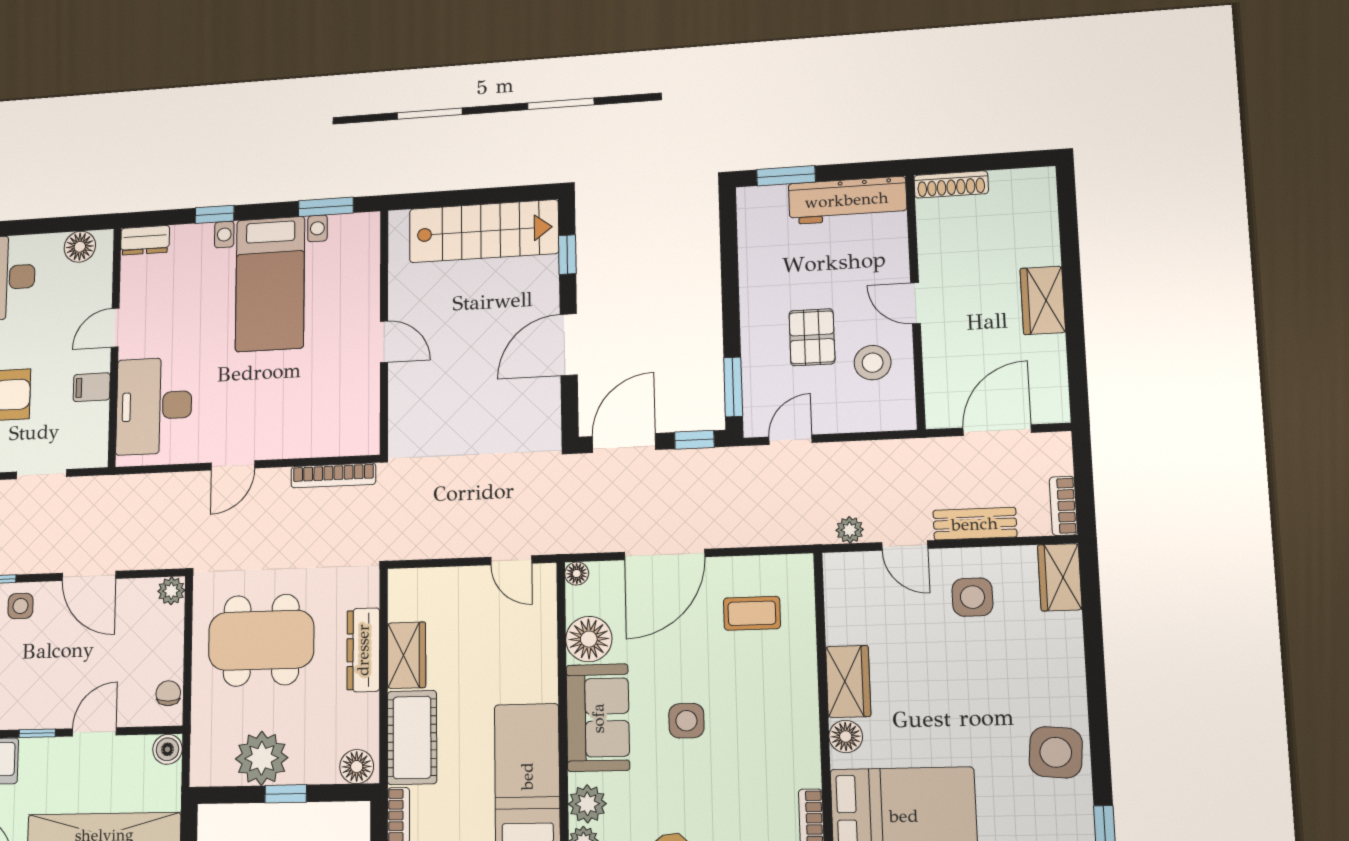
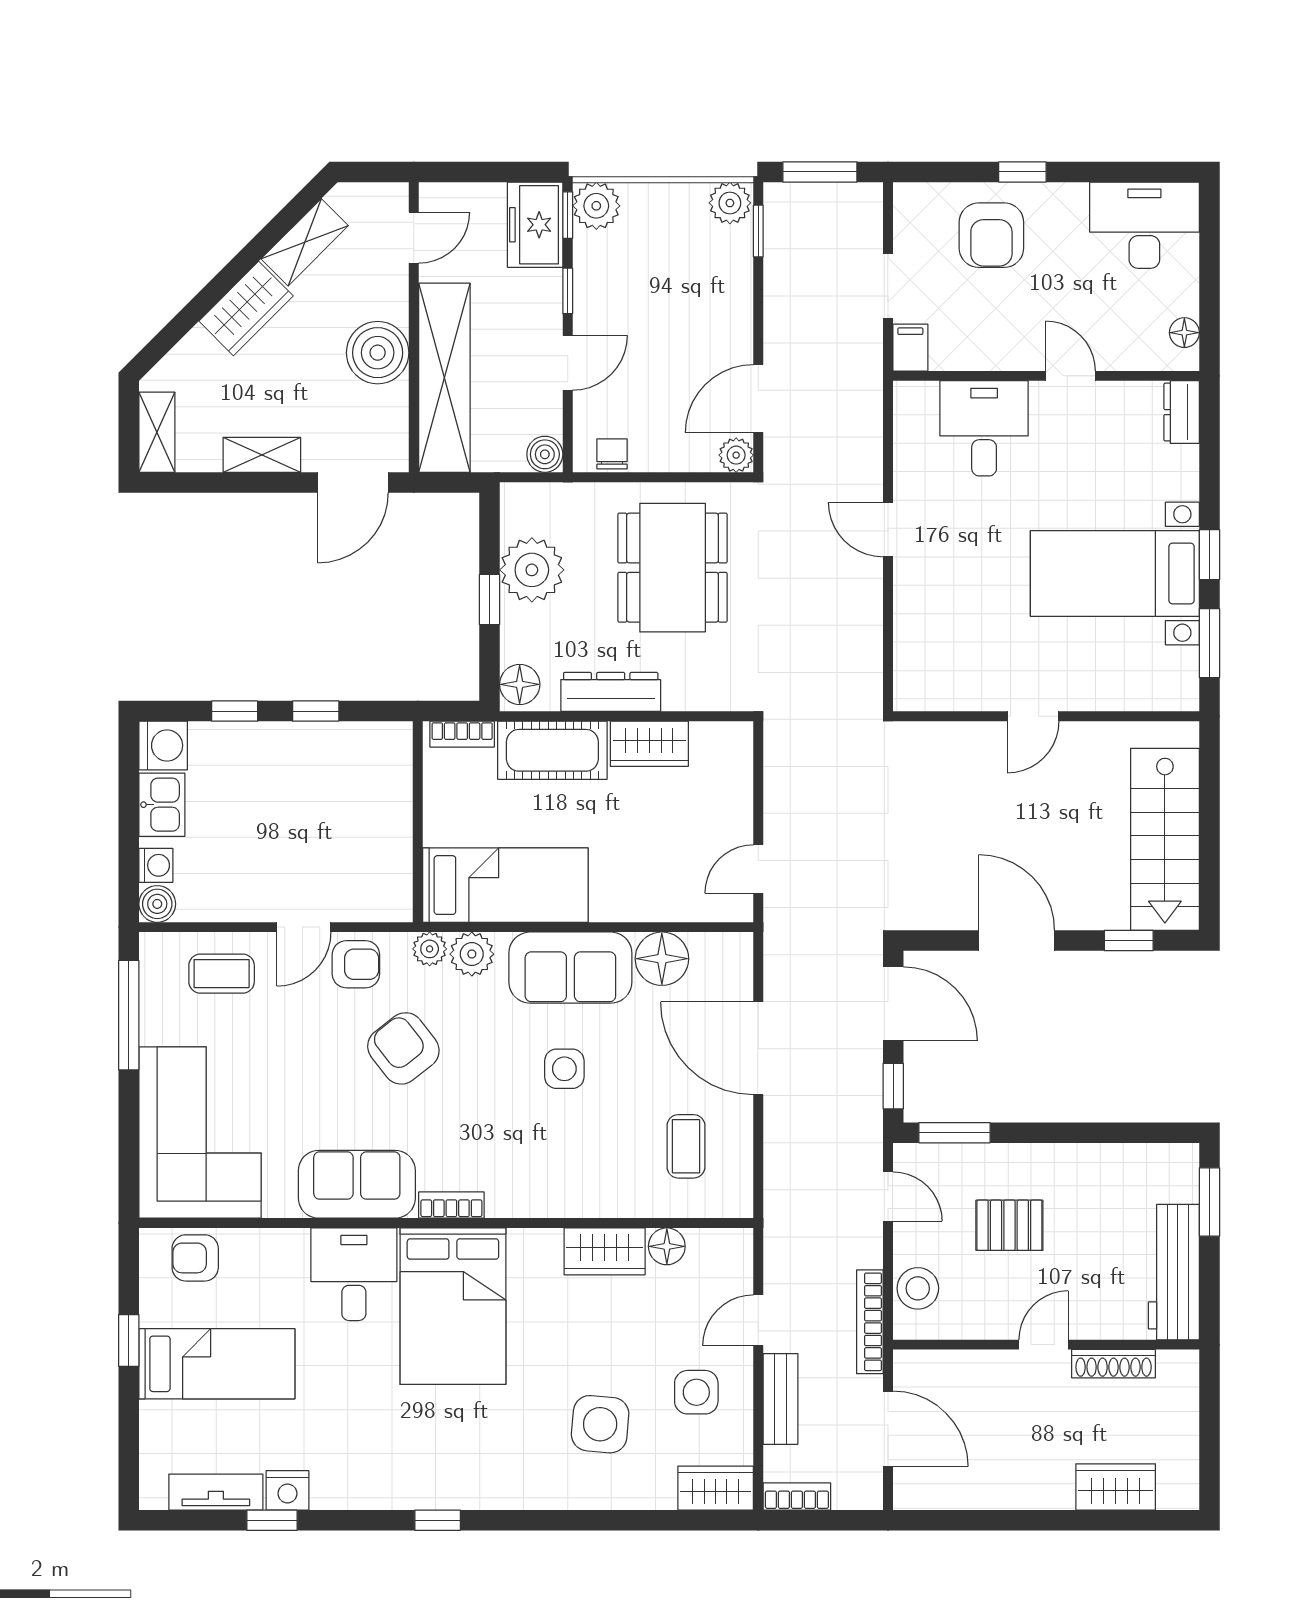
shoe rack: (951, 184) -> (1114, 1364), moved, turned -90
window: (215, 214) -> (1209, 555), moved
floor lamp: (80, 247) -> (1184, 333), width x0.73, depth x0.73
wardrobe: (1043, 300) -> (1116, 1487), moved
stool: (873, 363) -> (918, 1288), moved
filing cabinet: (92, 387) -> (910, 348), moved
desk: (154, 406) -> (984, 428), width x0.73
bookcase: (333, 475) -> (870, 1322), moved
plant: (850, 530) -> (779, 1260), removed
floor lamp: (577, 574) -> (740, 946), removed
door: (89, 576) -> (758, 399), moved
side table: (21, 606) -> (724, 264), removed
dresser: (363, 650) -> (611, 692), moved
chair: (168, 693) -> (612, 454), turned -90
door: (94, 732) -> (568, 363), hinge flipped
floor lamp: (846, 736) -> (667, 1246), moved
side table: (1056, 752) -> (600, 1424), moved

